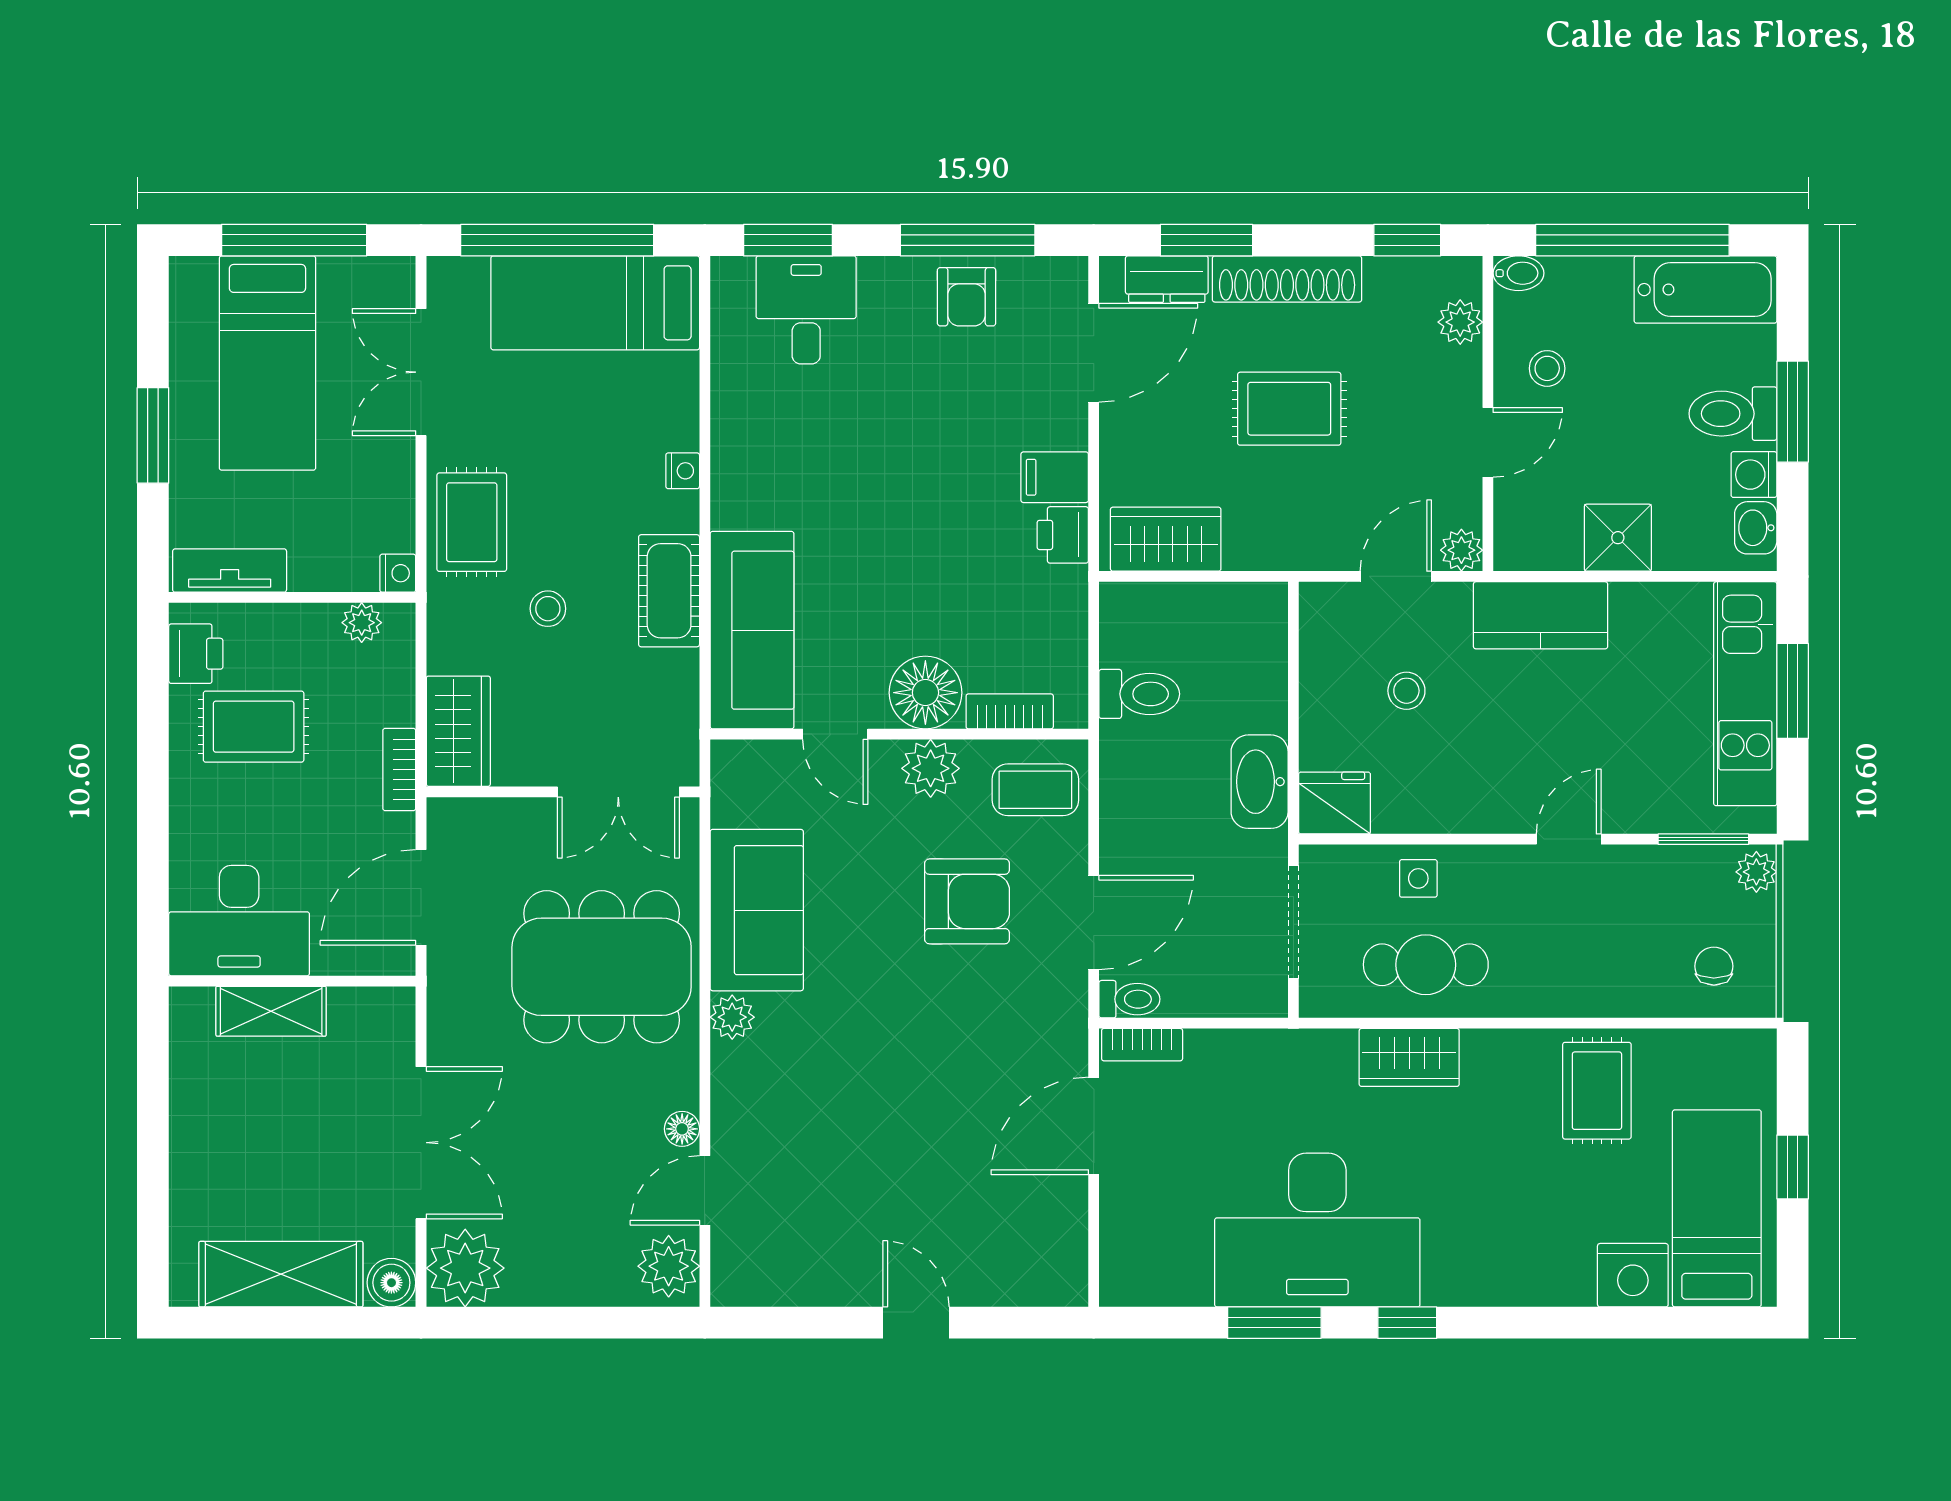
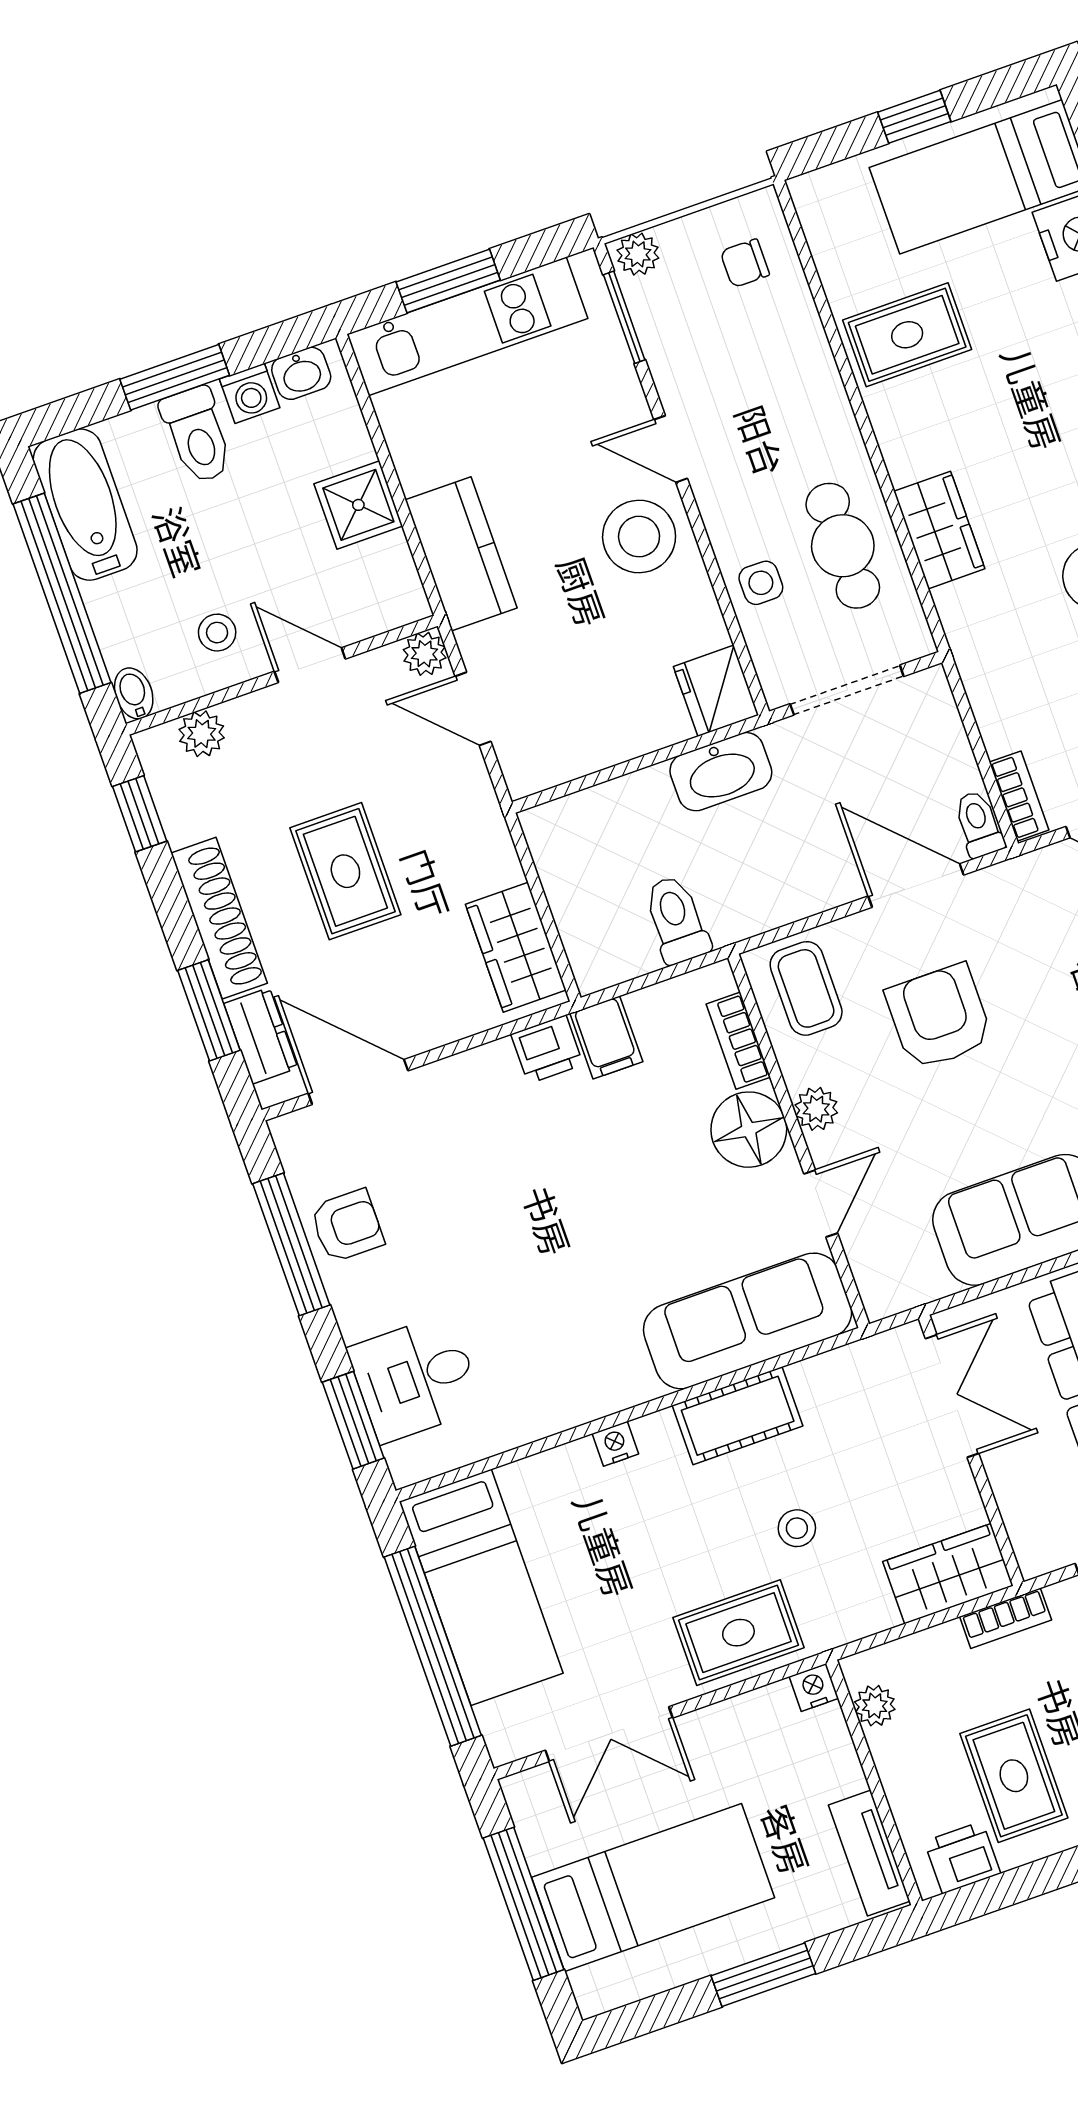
filing cabinet: (1055, 477) -> (606, 1037), moved
stool: (1406, 691) -> (639, 537), moved, width x1.89, depth x1.89
plant: (931, 768) -> (816, 1109), width x0.73, depth x0.73

